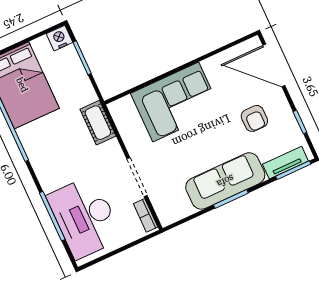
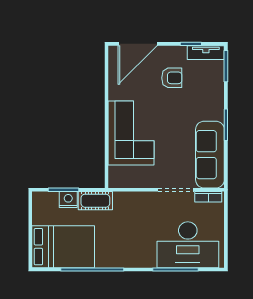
nightstand: (59, 38) -> (68, 200), moved, turned 90
cot: (98, 123) -> (95, 201), moved
tv unit: (285, 163) -> (206, 53), moved, turned -90
sofa: (225, 181) -> (210, 155), moved

